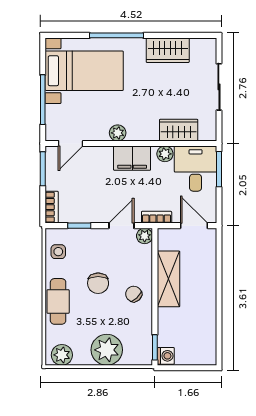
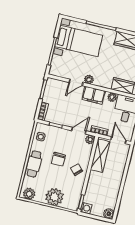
door: (71, 144) -> (76, 82), moved
shelving: (168, 279) -> (100, 156), moved
boiler: (208, 356) -> (109, 214), added

